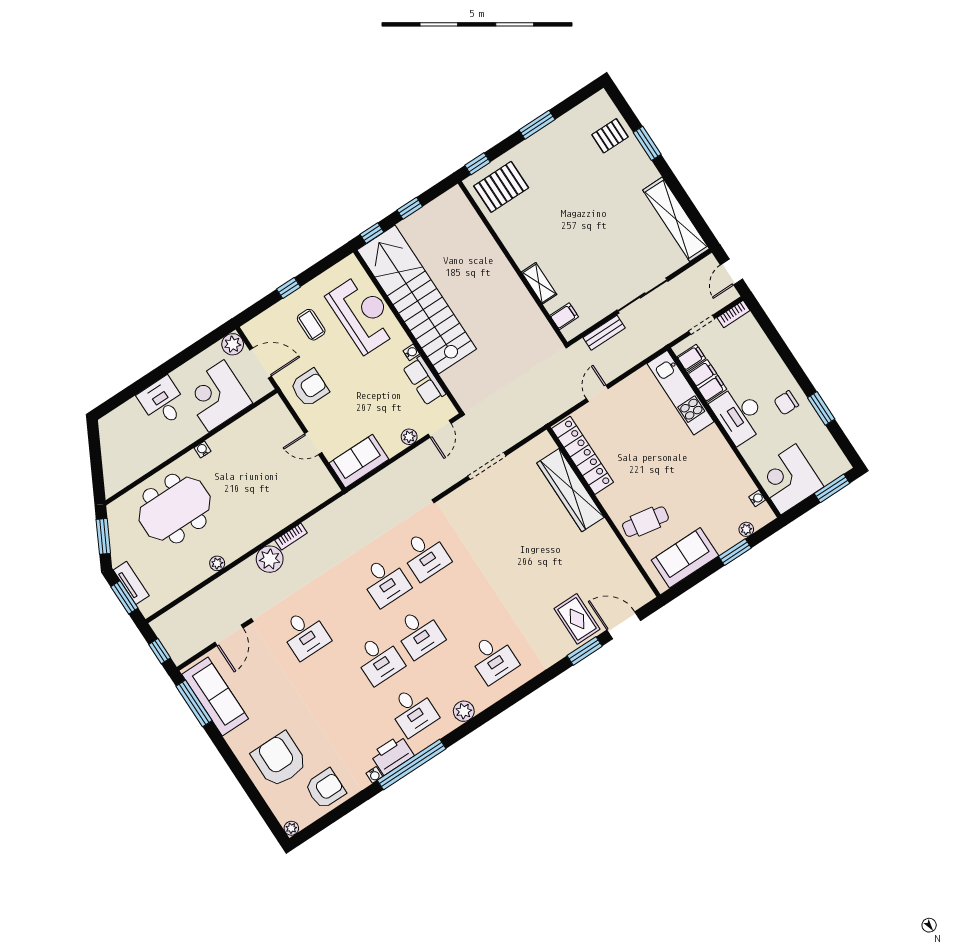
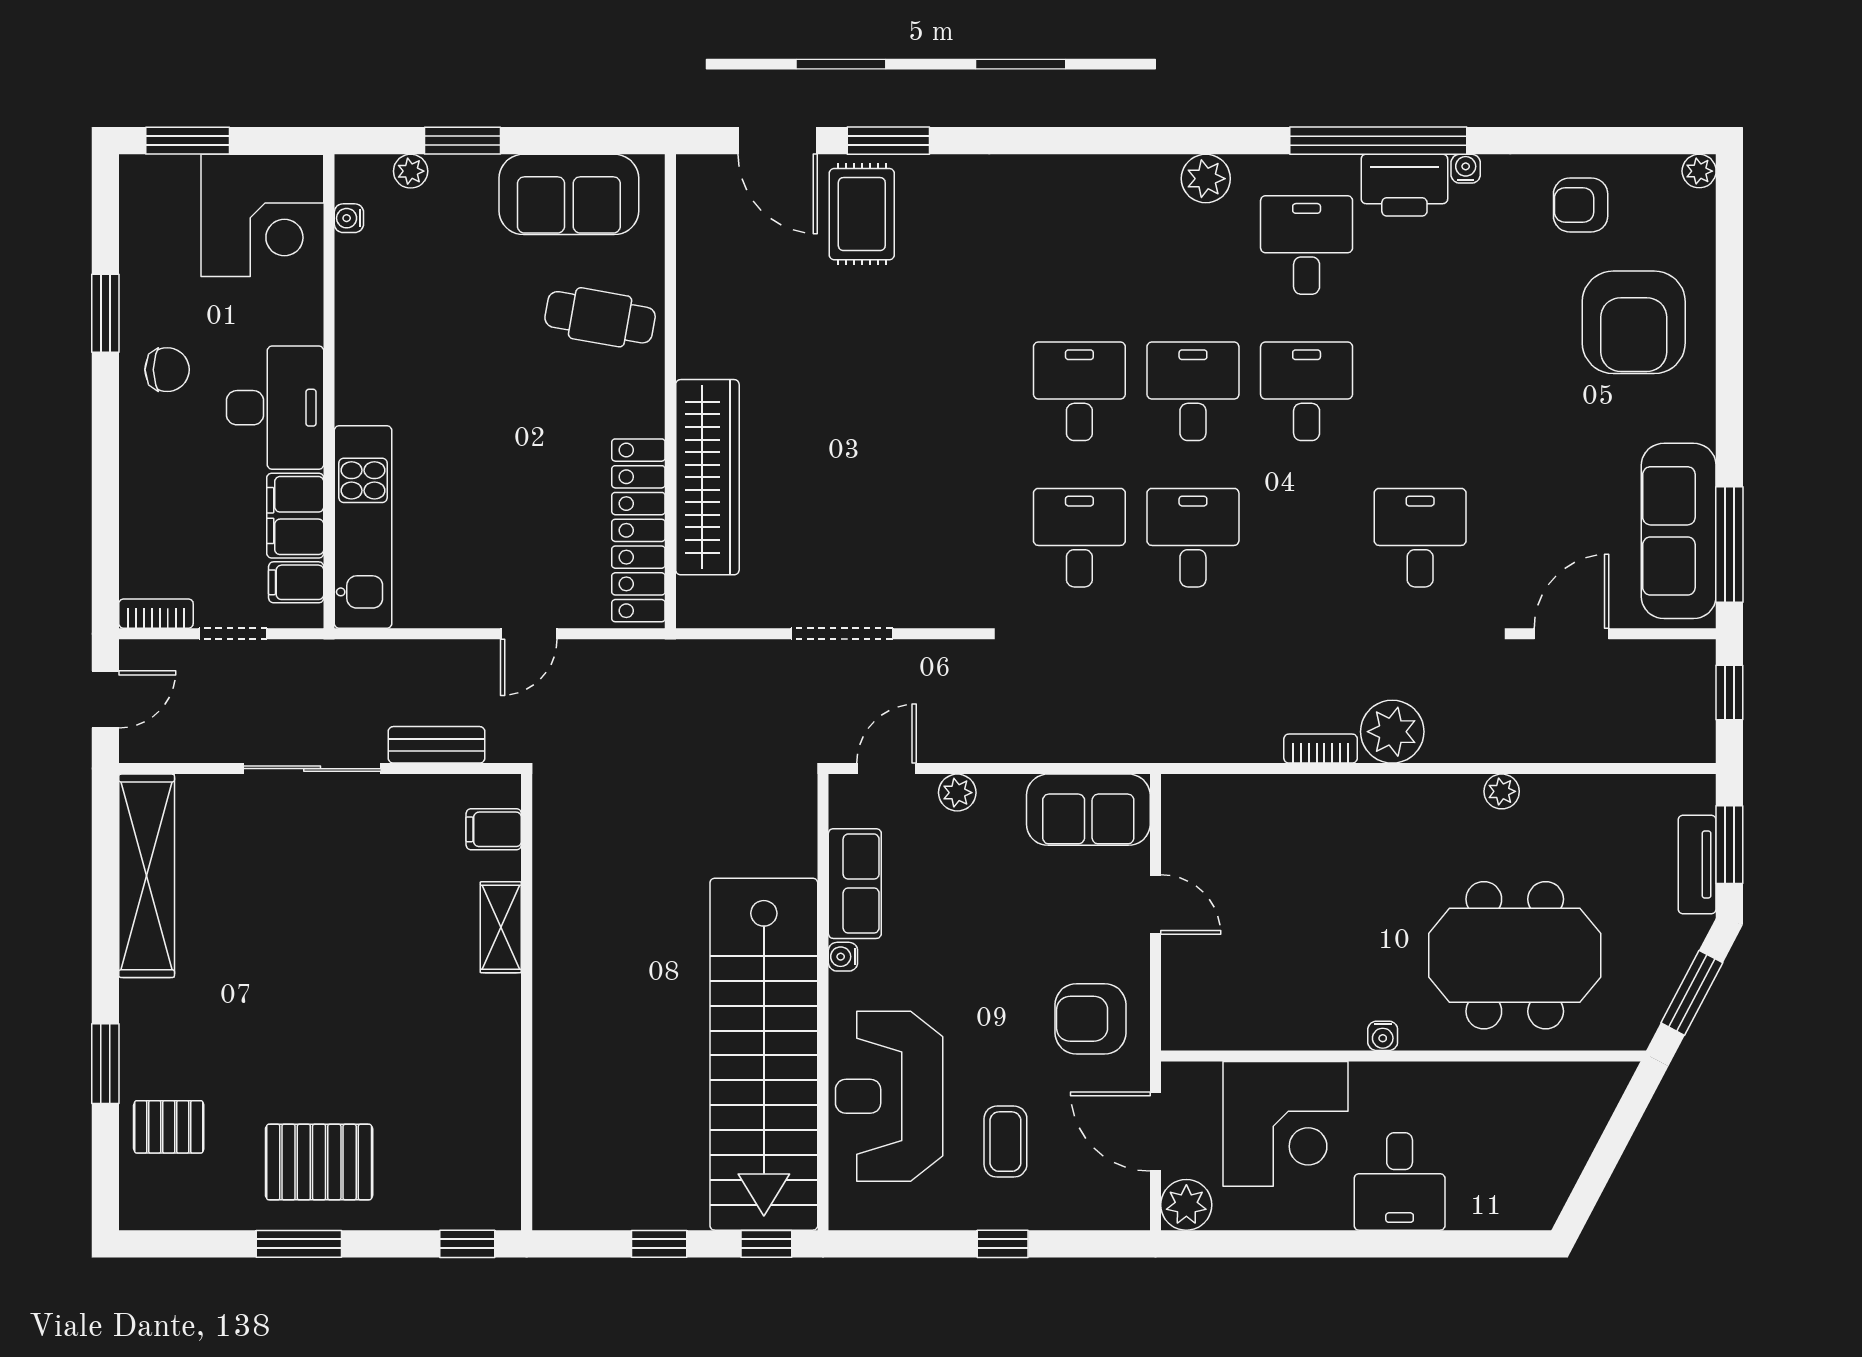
pallet: (501, 187) -> (319, 1162), moved
desk: (493, 658) -> (1079, 391), moved
armchair: (325, 789) -> (1581, 205), width x0.72, depth x0.72

